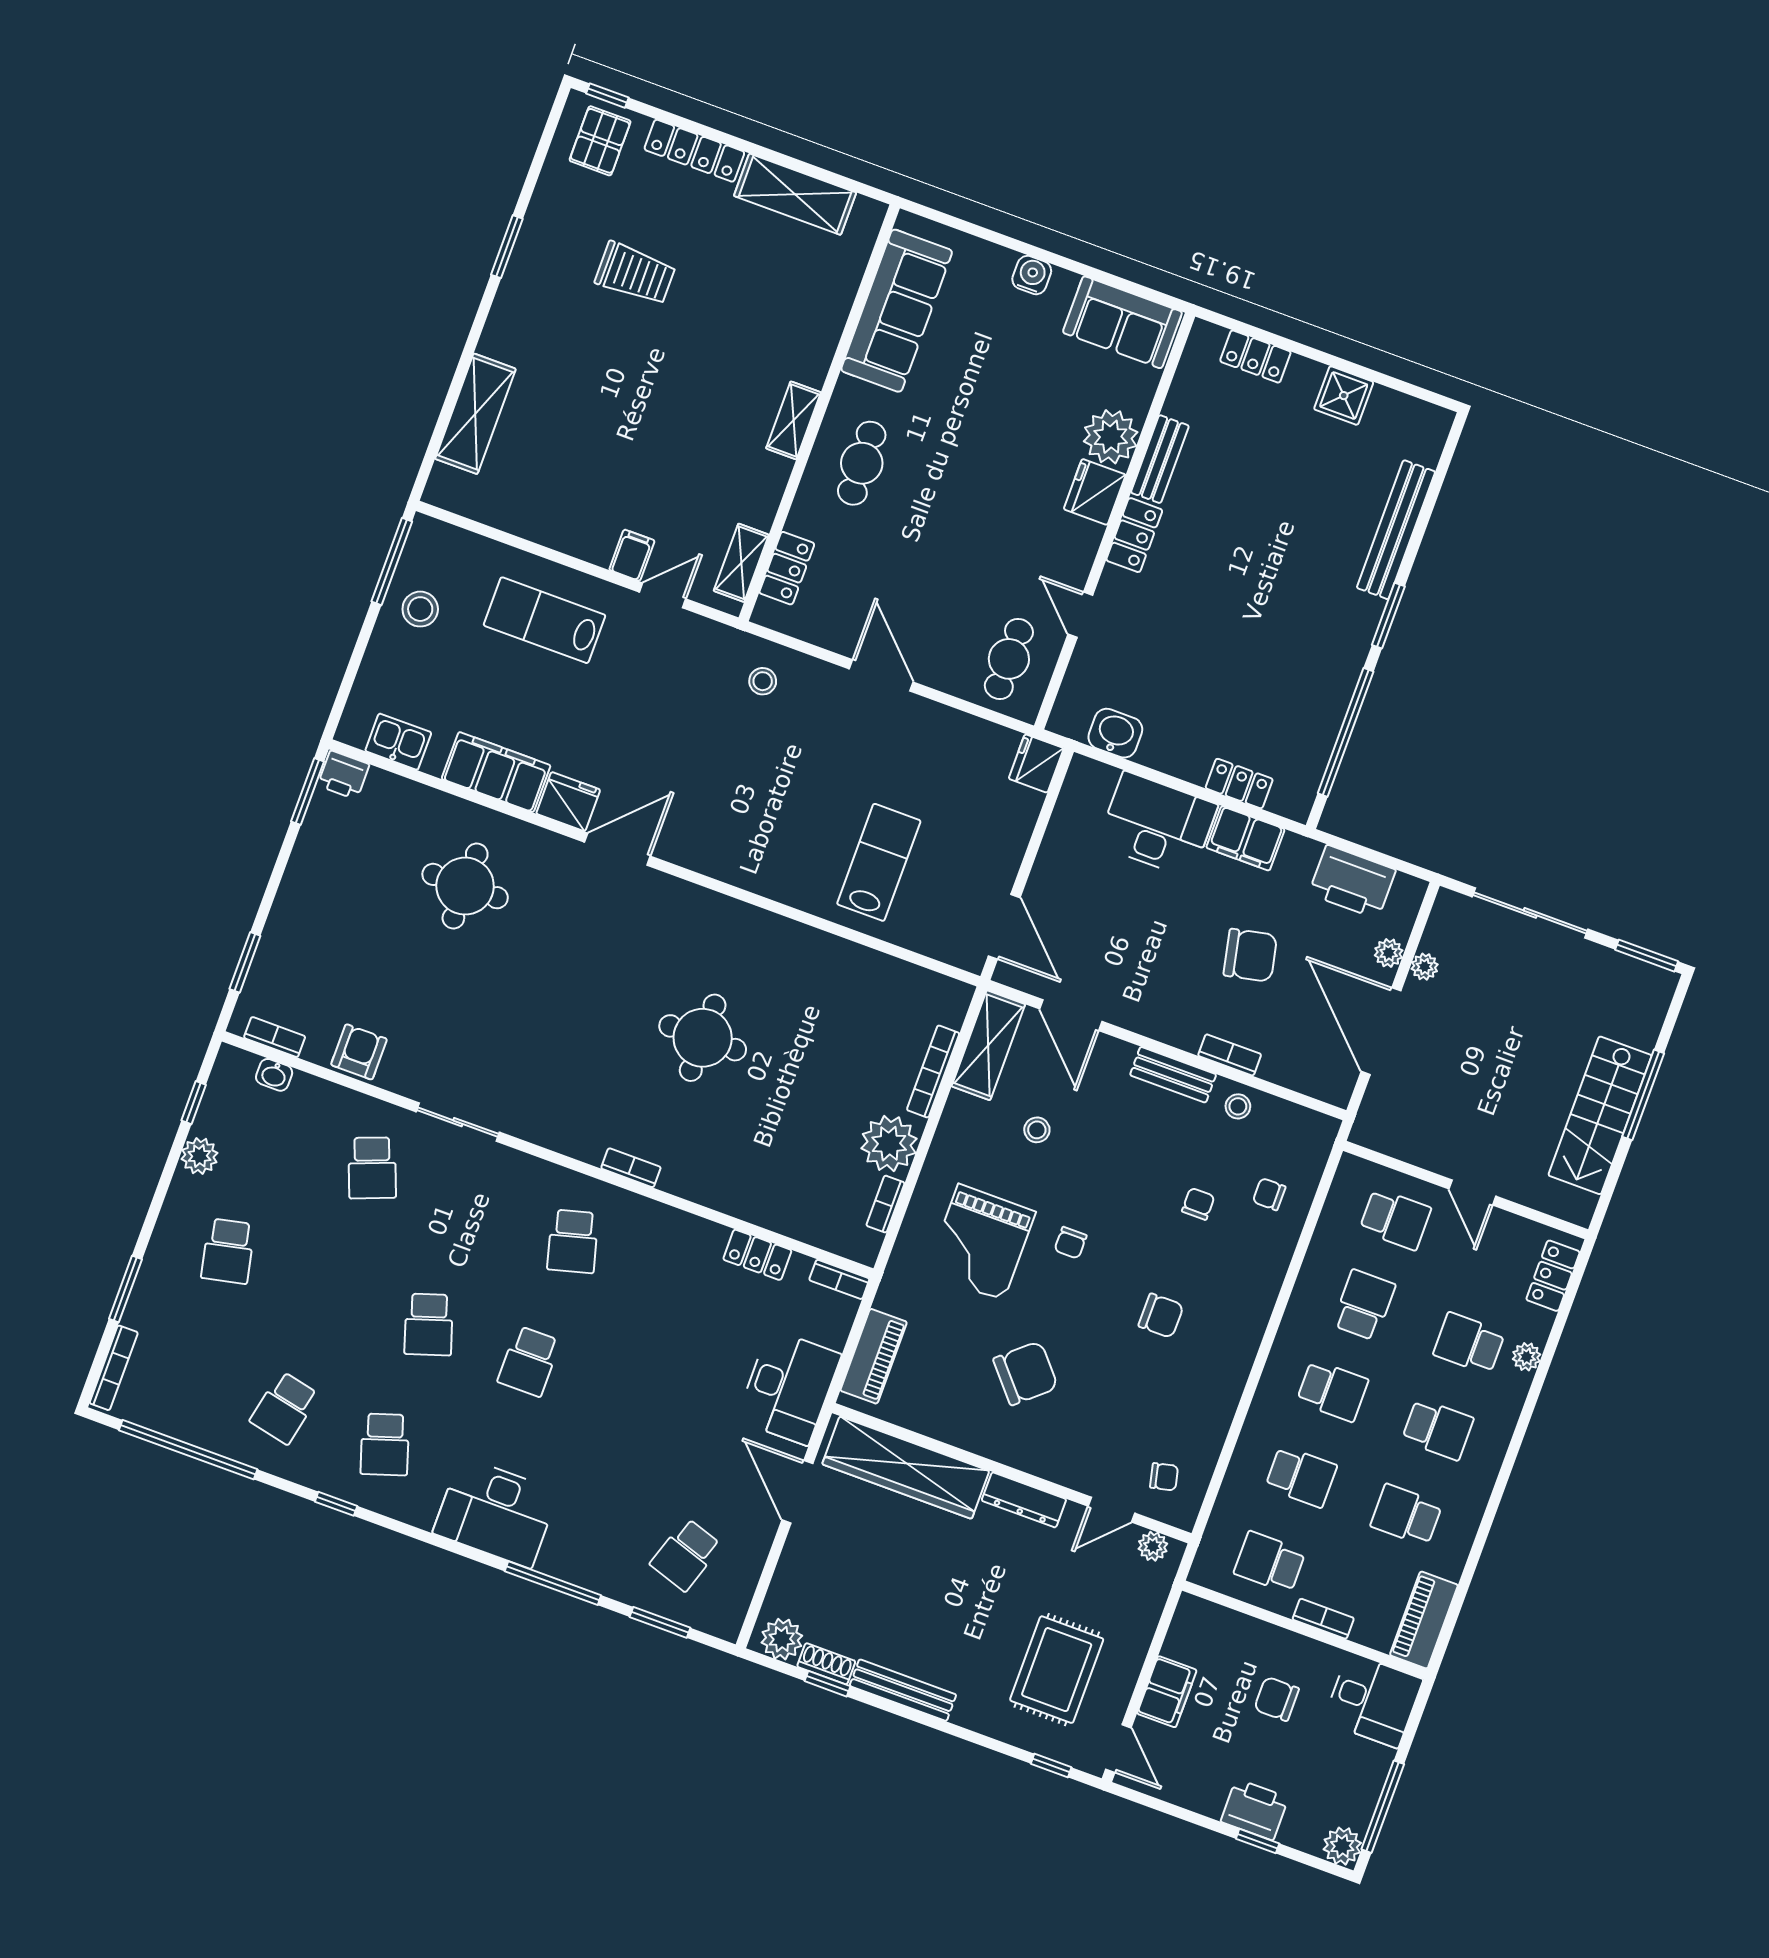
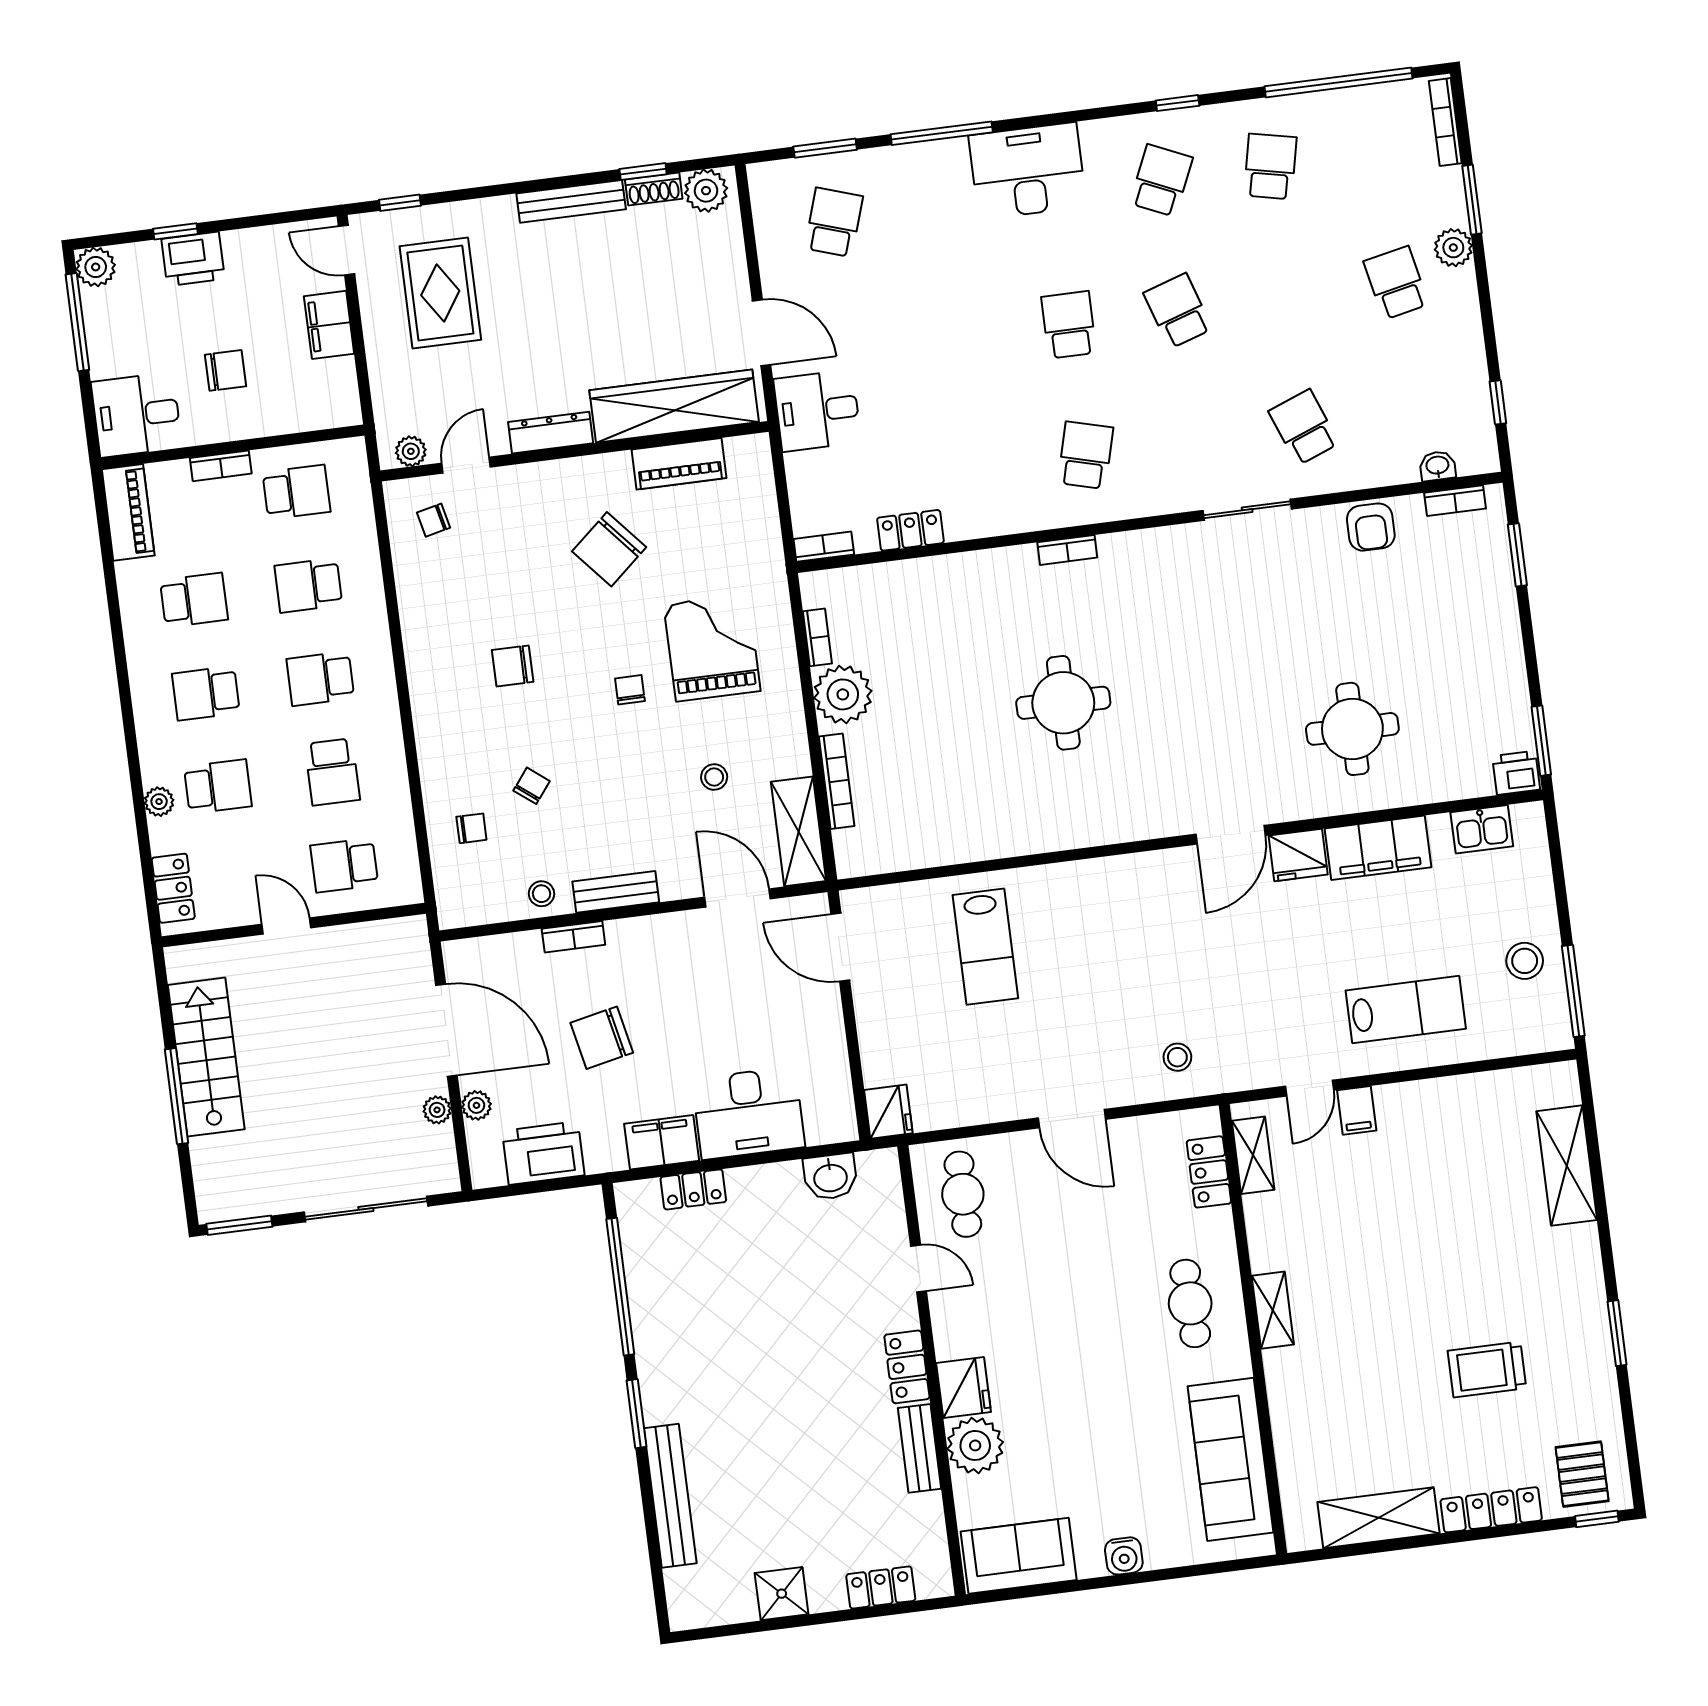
plant: (199, 1156) -> (1453, 248), moved
chair: (1198, 1204) -> (532, 786), turned -142
school desk: (573, 1241) -> (1085, 455), turned 30
piano: (874, 1356) -> (679, 464), moved, turned -90
desk: (789, 1387) -> (817, 411), width x0.73
school desk: (385, 1444) -> (1161, 180), turned 42

